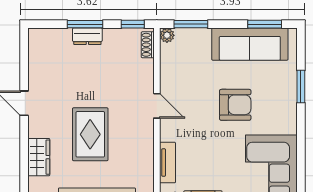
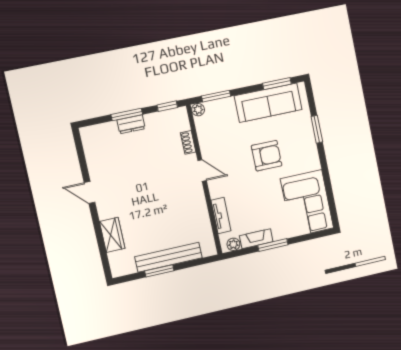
shoe rack: (148, 45) -> (188, 142), moved
rug: (90, 134) -> (152, 206), removed

